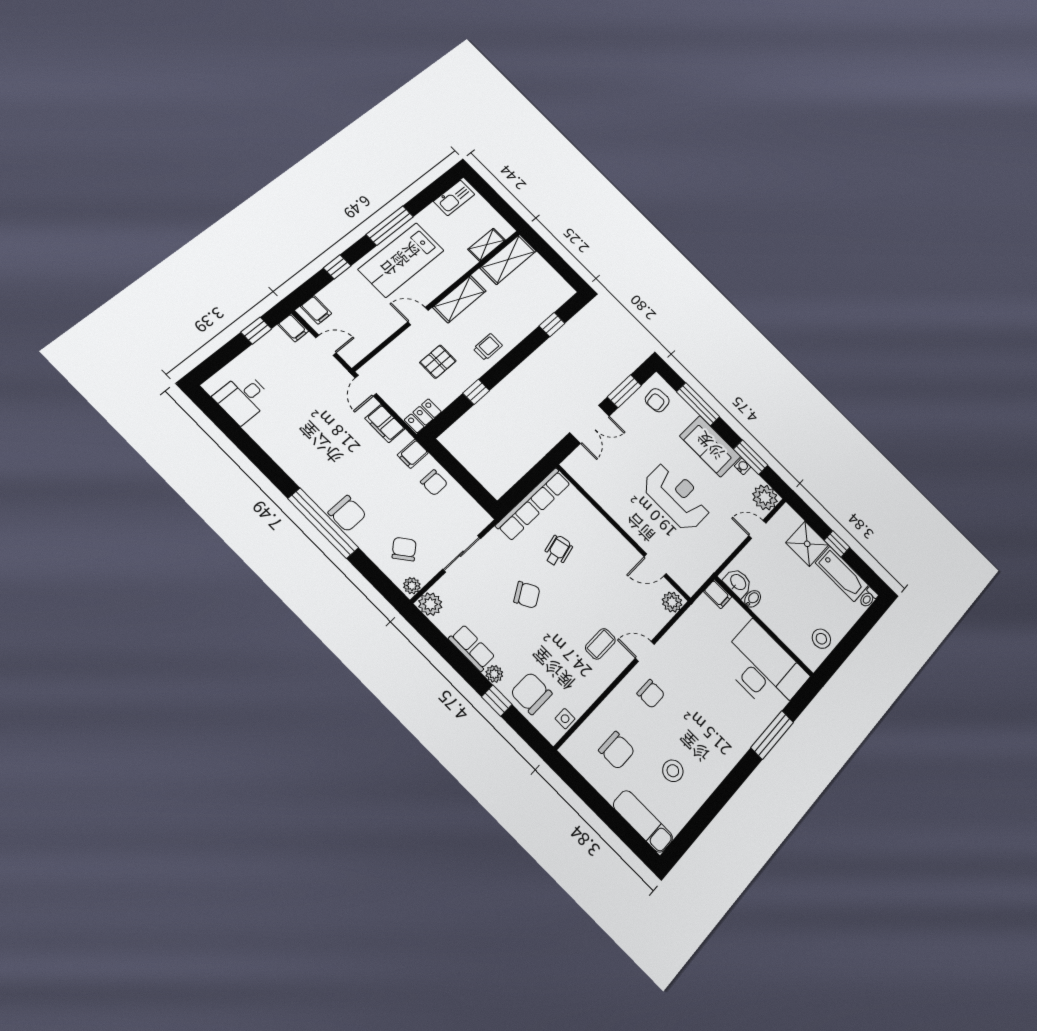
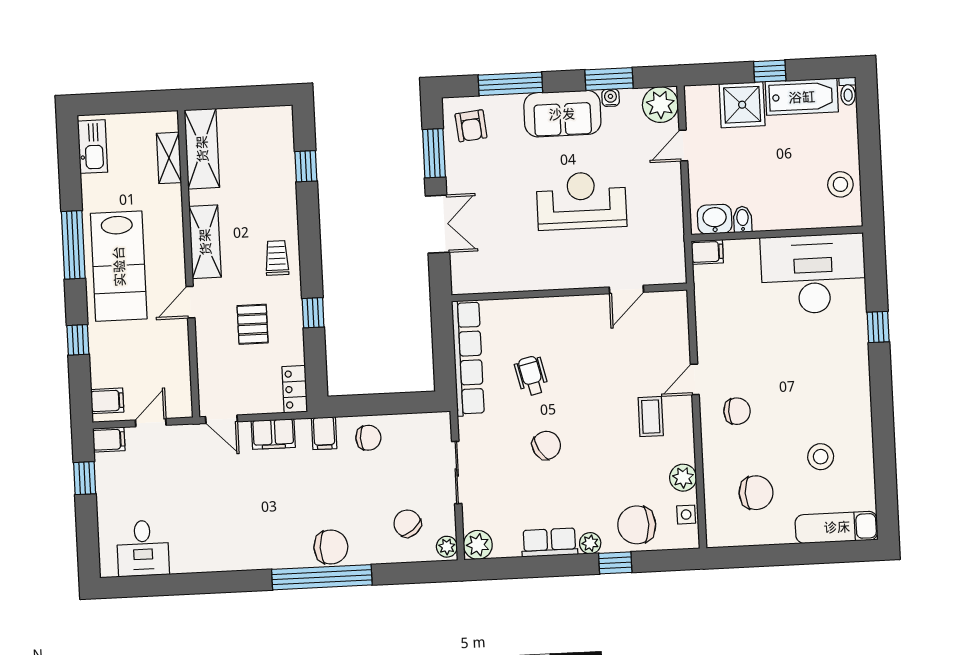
plant: (672, 602) -> (683, 478), moved
window: (772, 735) -> (878, 327), width x0.46

